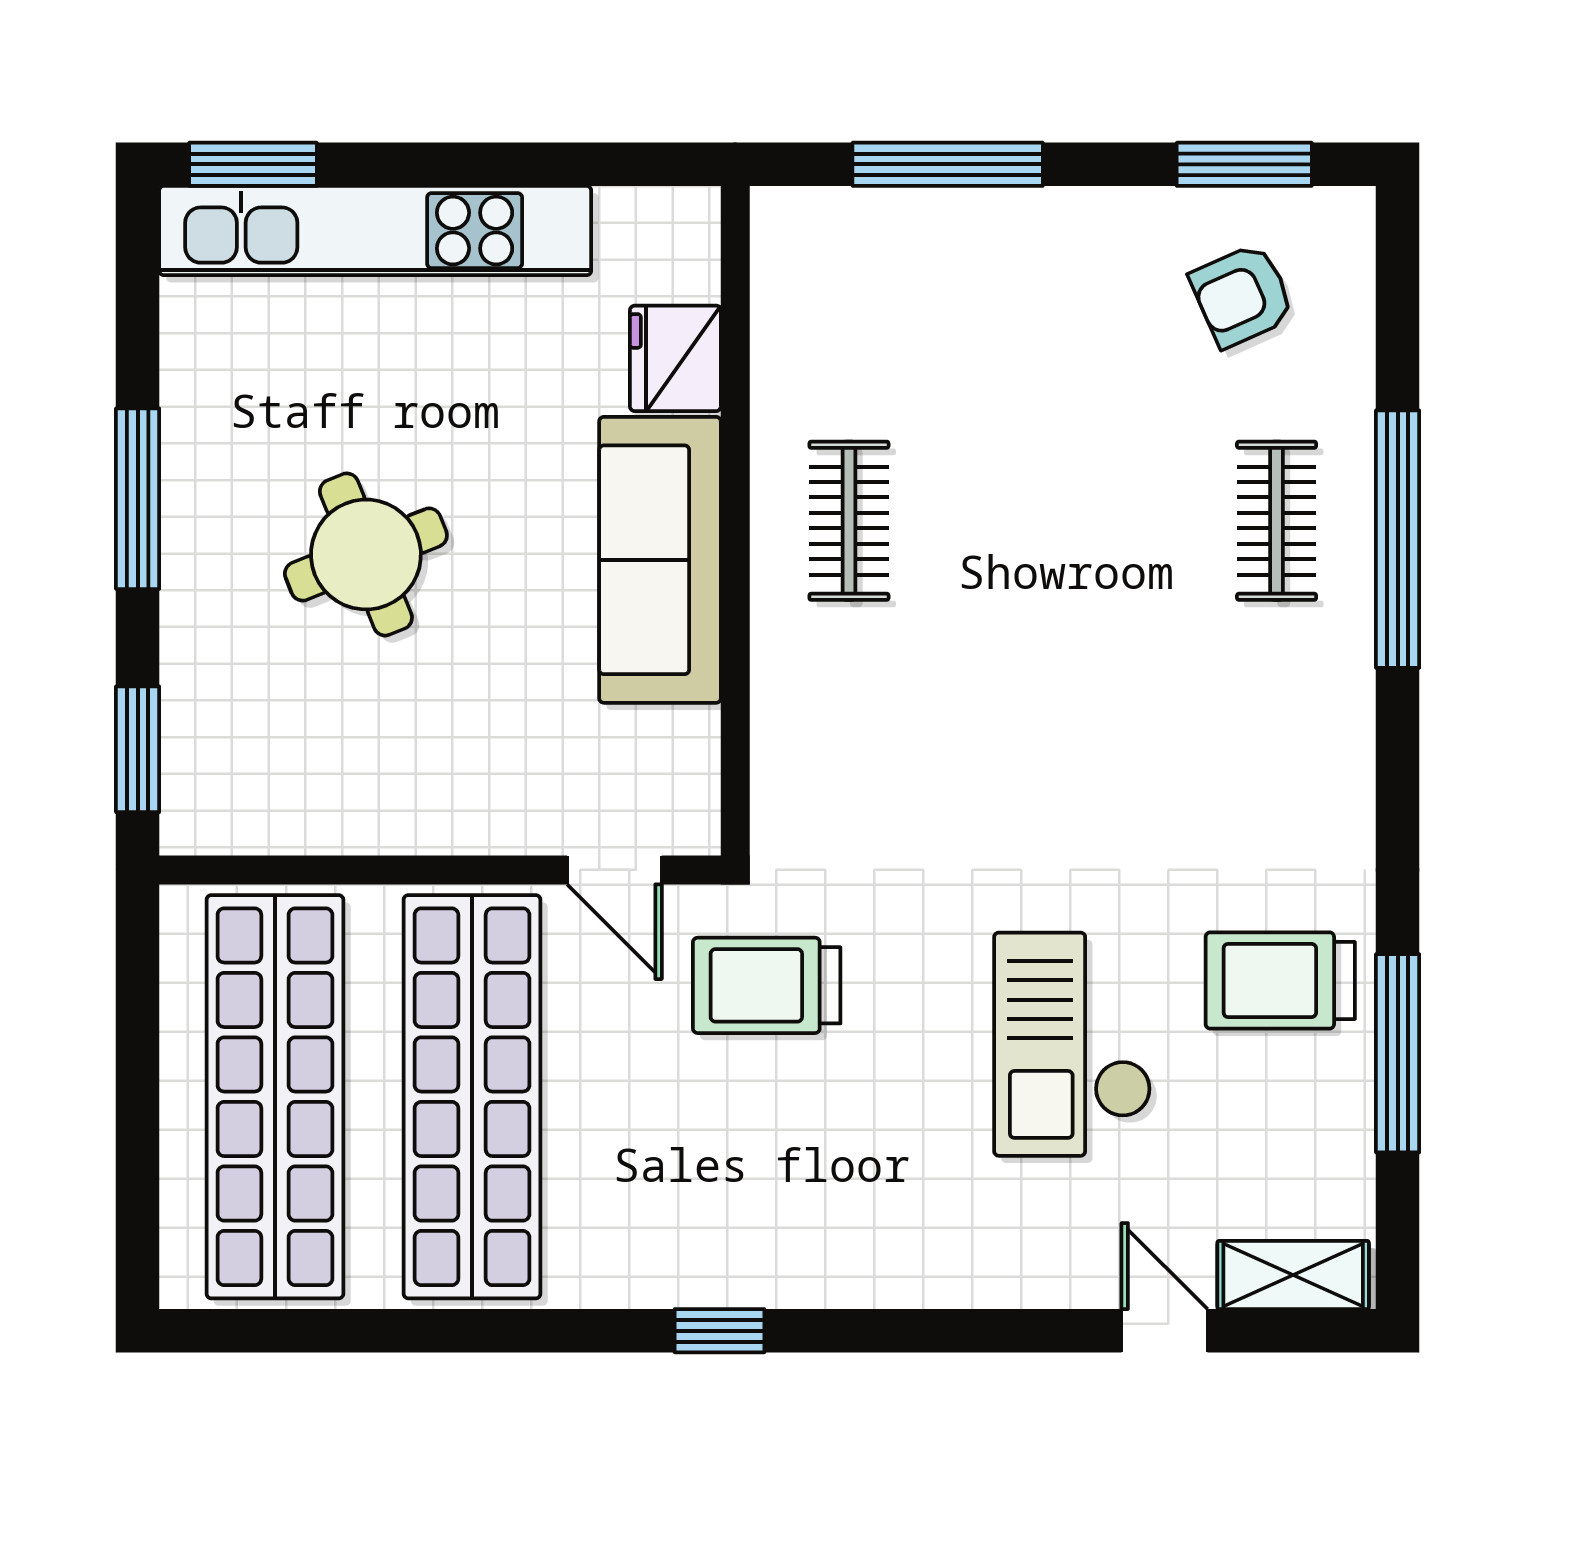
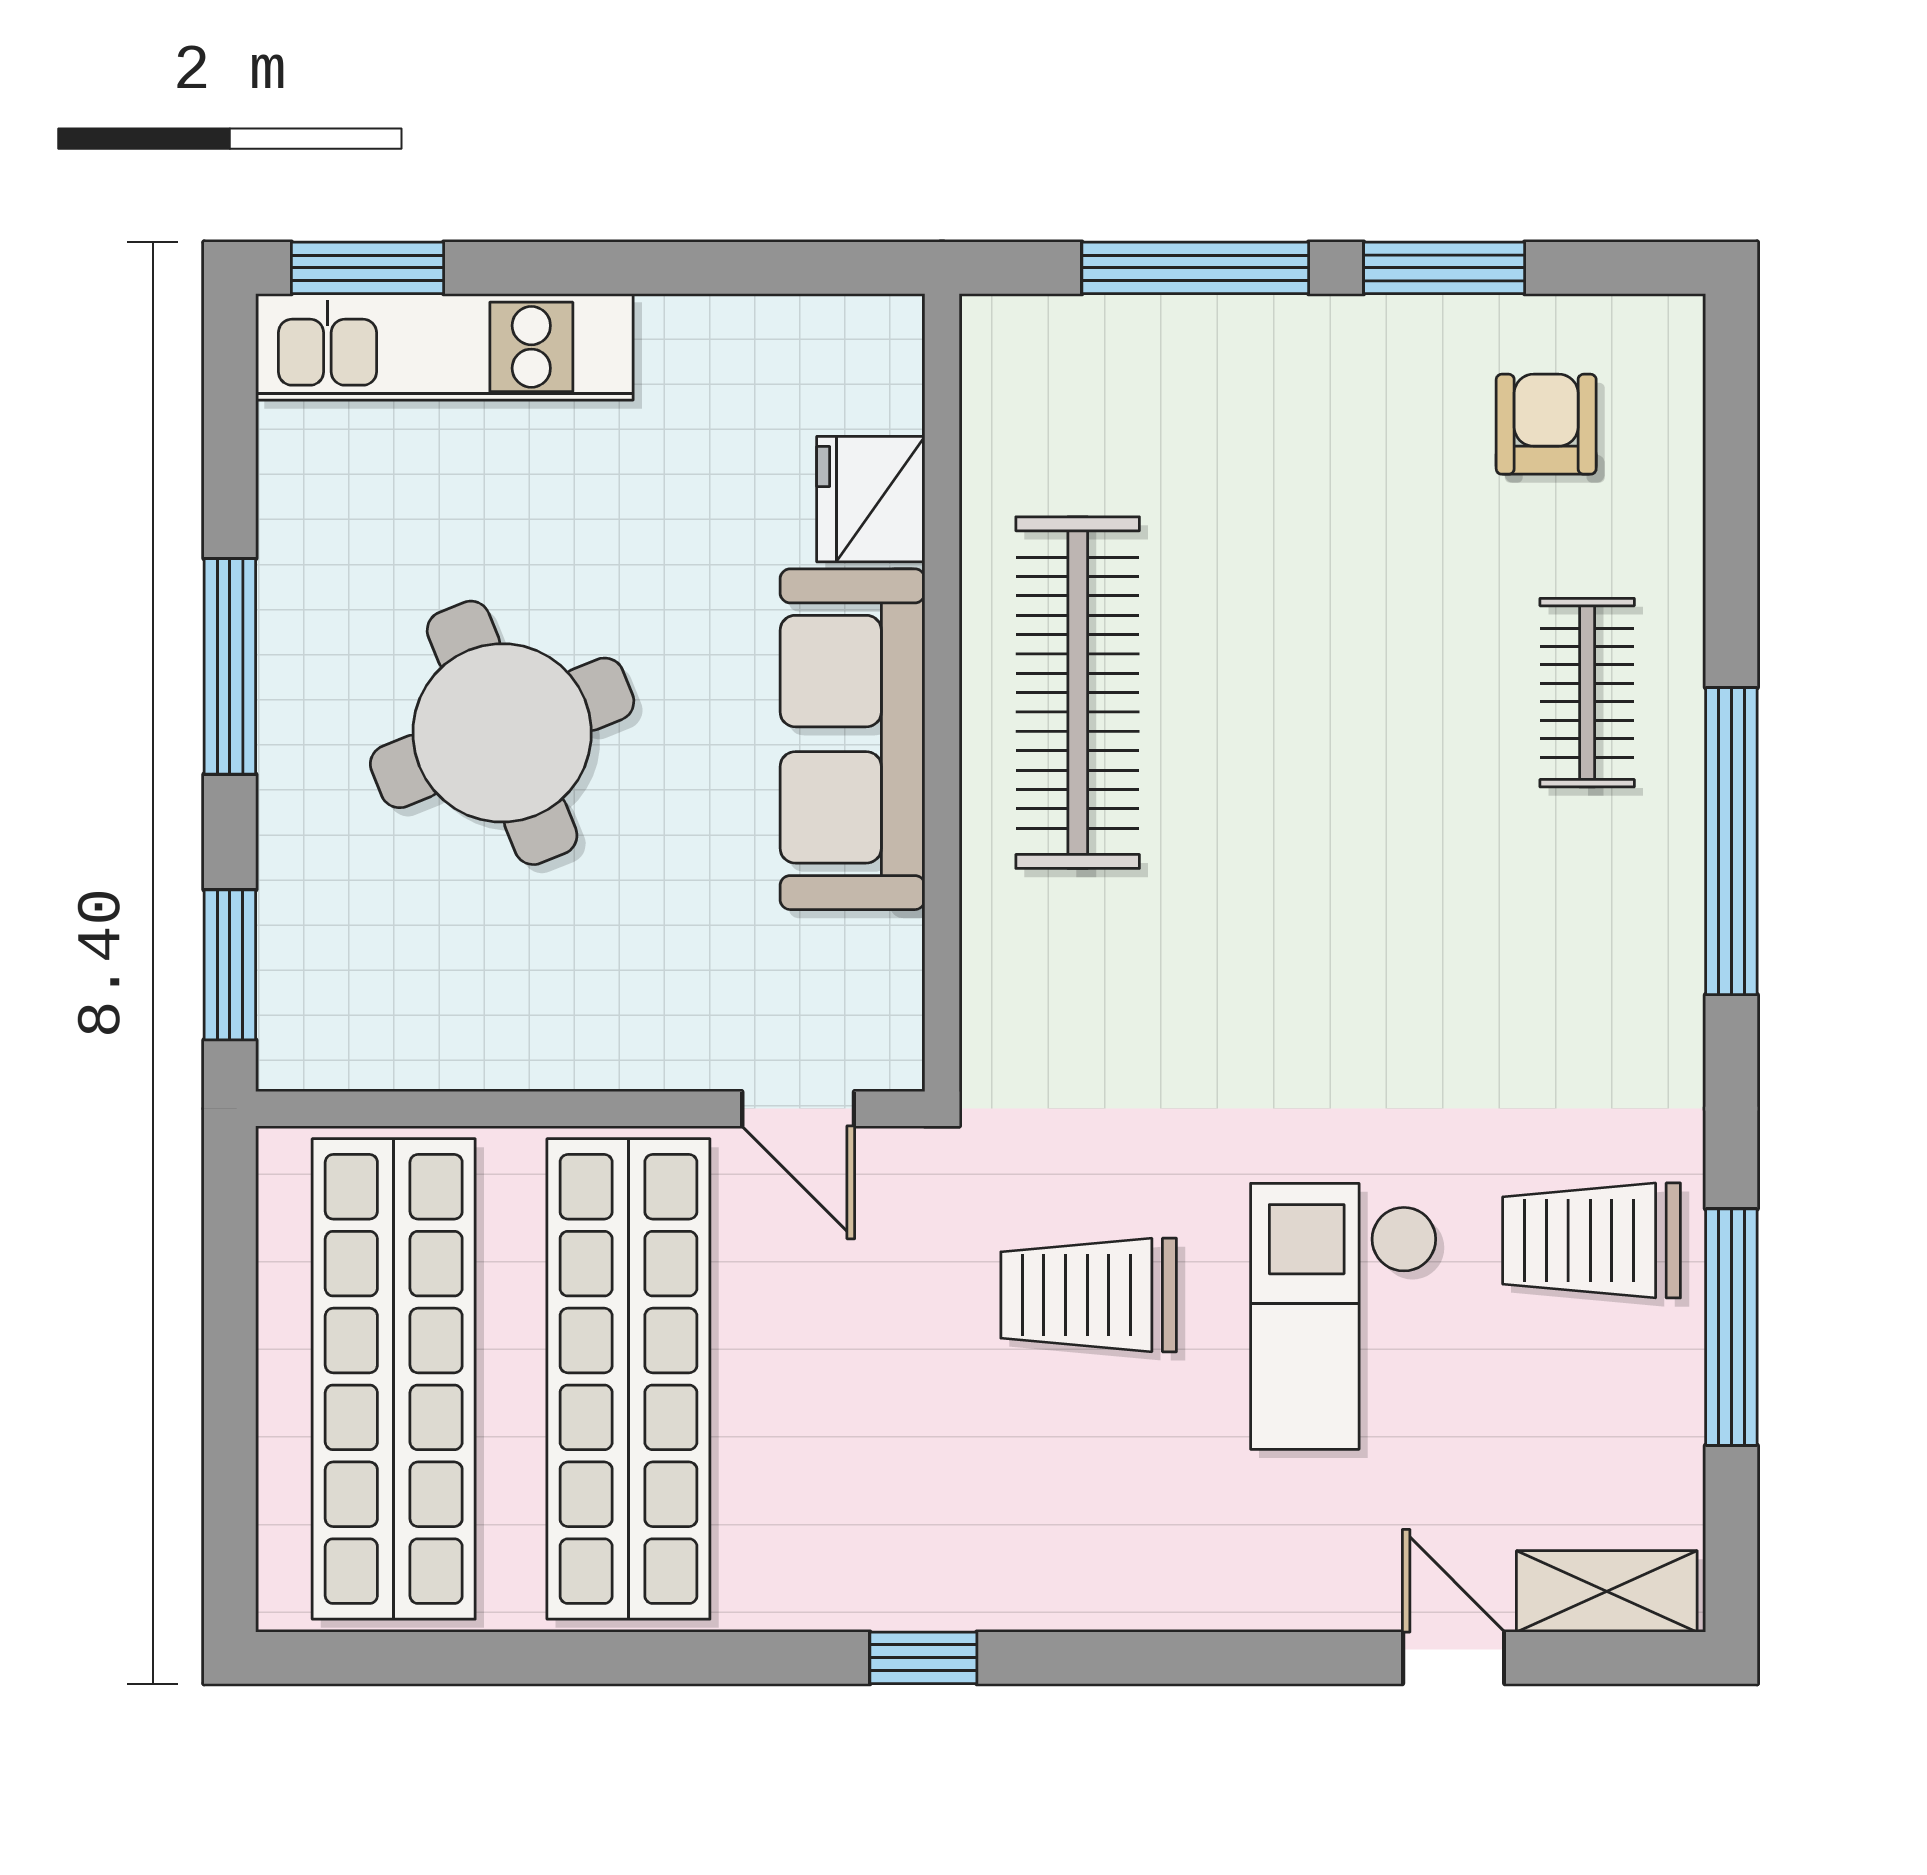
window: (1244, 164) -> (1444, 268), moved
kitchen unit: (375, 231) -> (444, 347), width x0.73
armchair: (1242, 295) -> (1546, 424), turned 114
clothes rail: (849, 521) -> (1078, 693), width x1.86, depth x1.31
window: (1398, 539) -> (1731, 841), moved
round table: (366, 554) -> (502, 733), width x1.36, depth x1.36
trolley: (767, 985) -> (1089, 1295), moved

